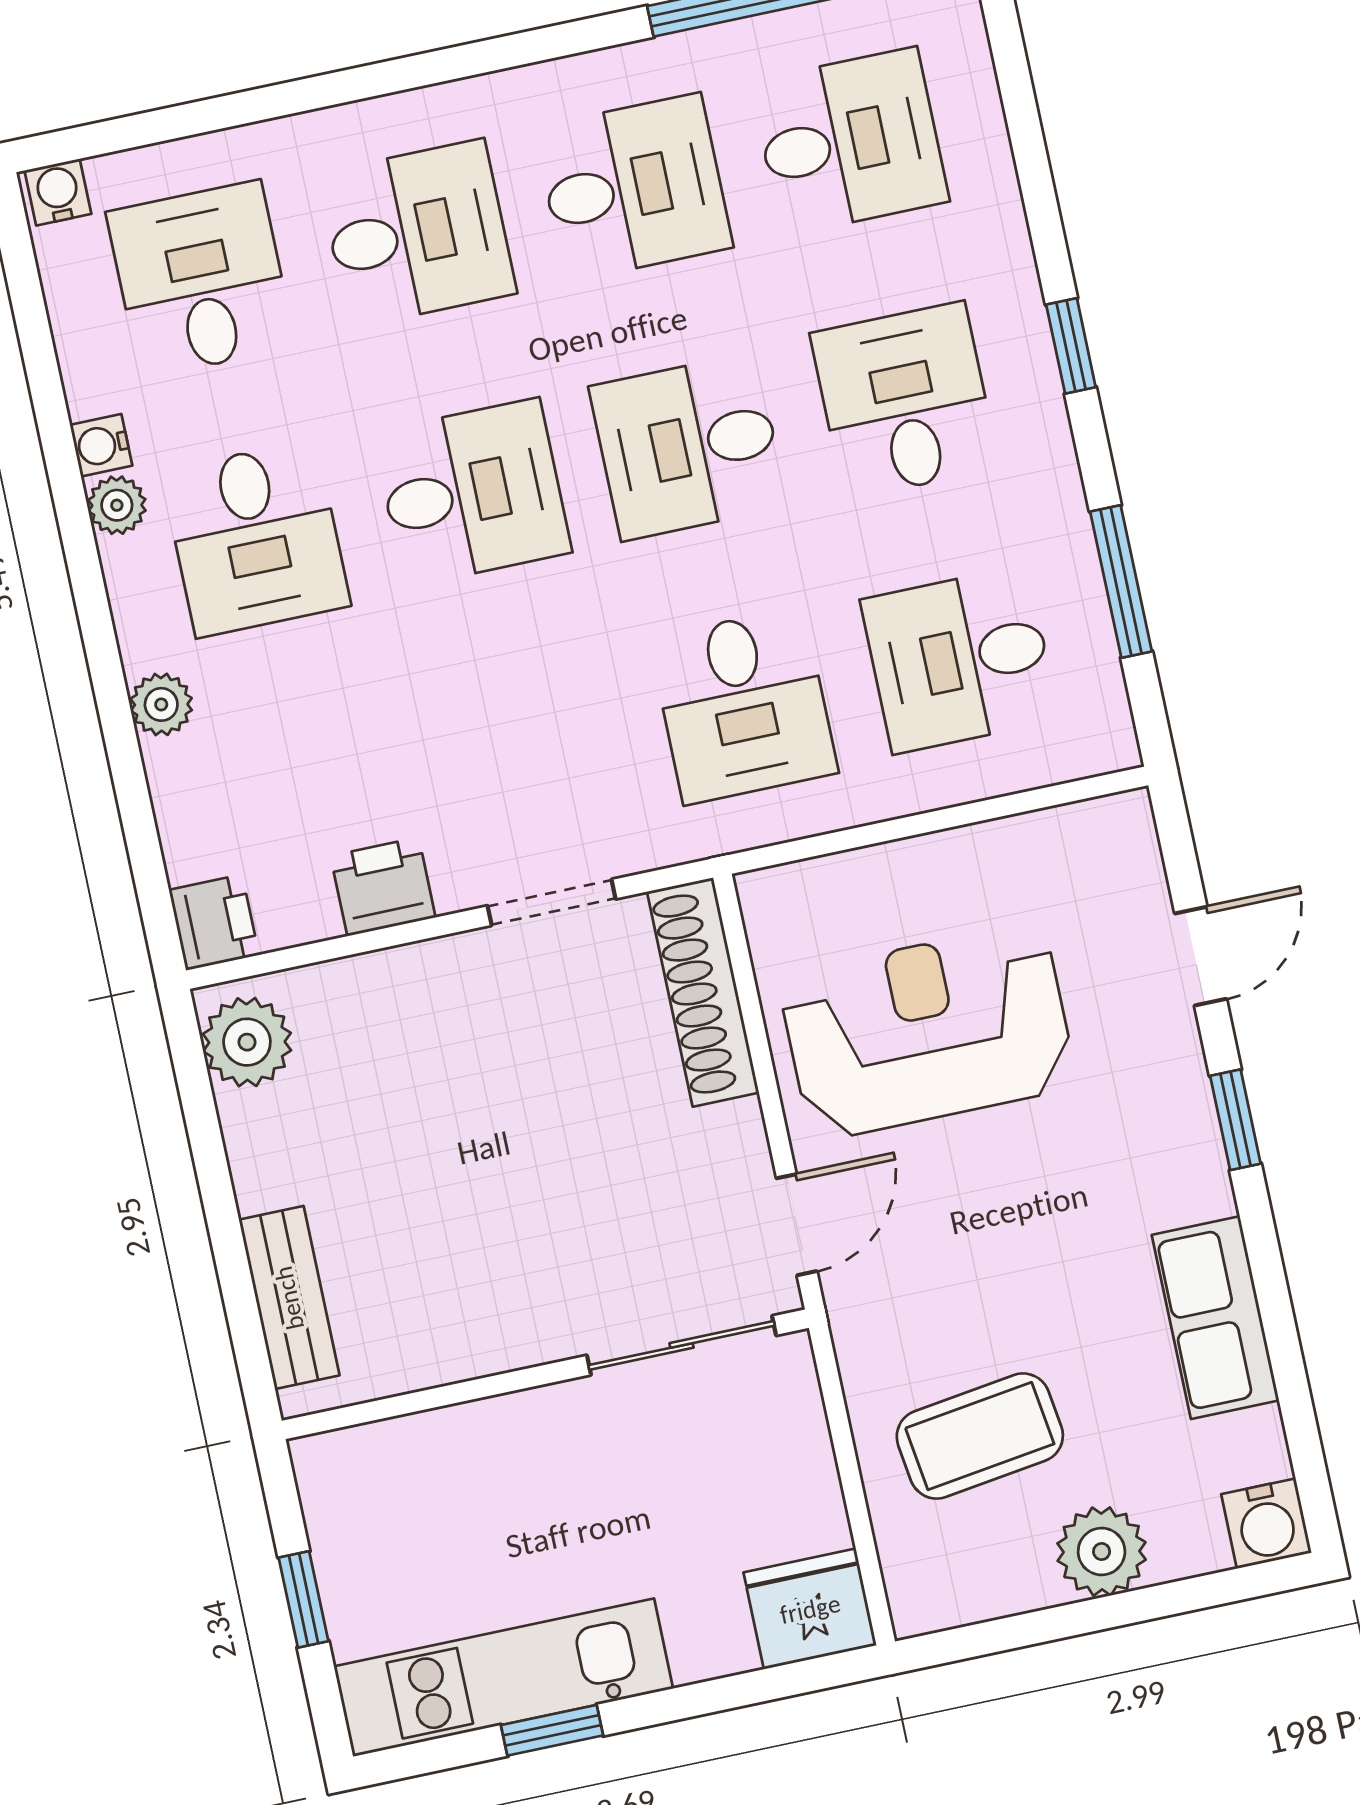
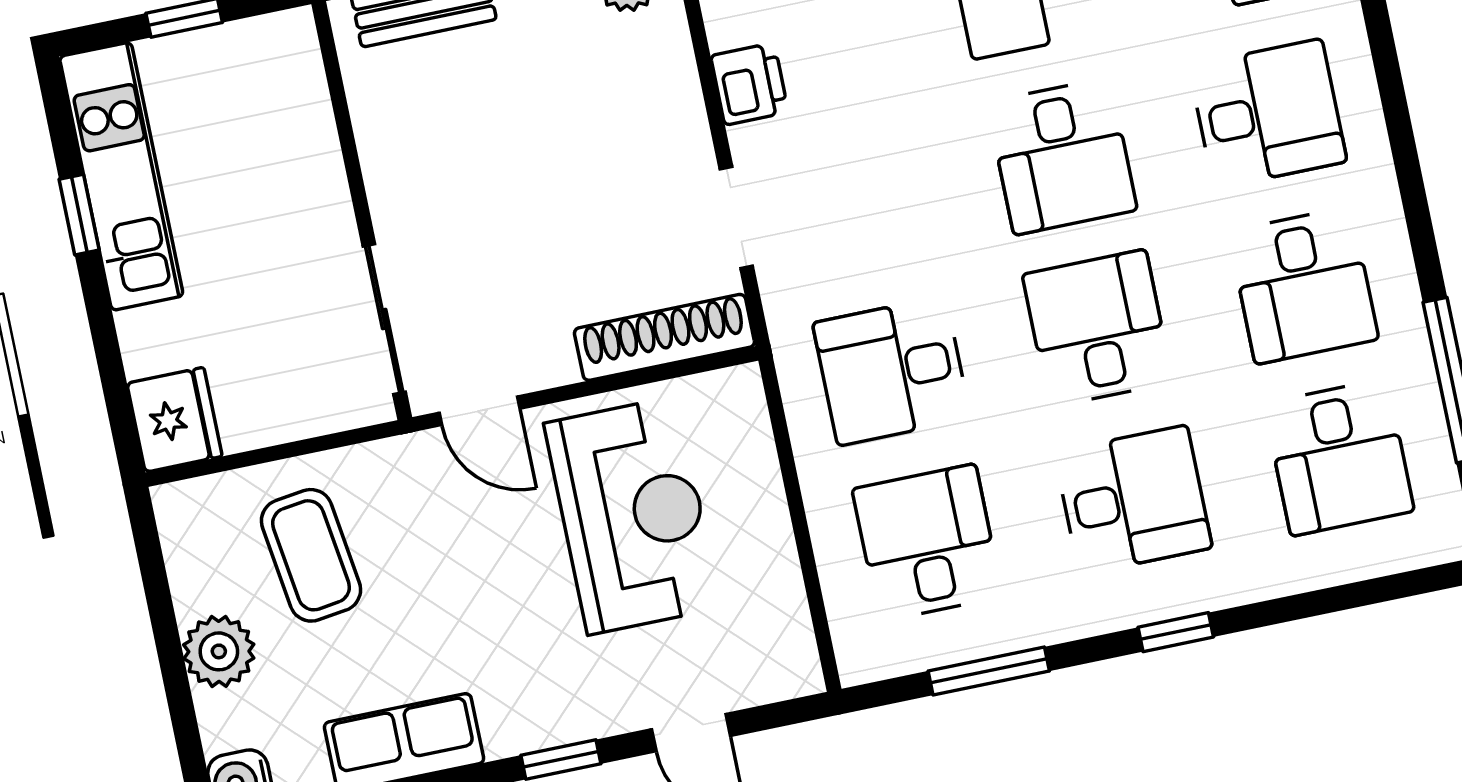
desk: (417, 233) -> (1268, 114), turned -90

